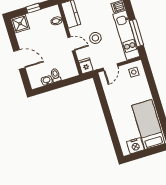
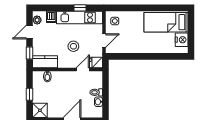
window: (136, 33) -> (80, 8), width x0.46
door: (71, 44) -> (83, 70), moved
door: (110, 67) -> (104, 41), hinge flipped

